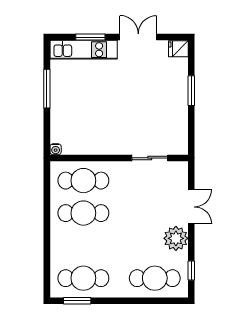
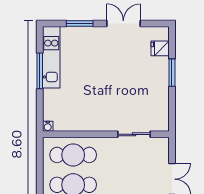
fridge: (178, 49) -> (160, 48), moved
kitchen unit: (84, 50) -> (51, 57), moved, turned -90

